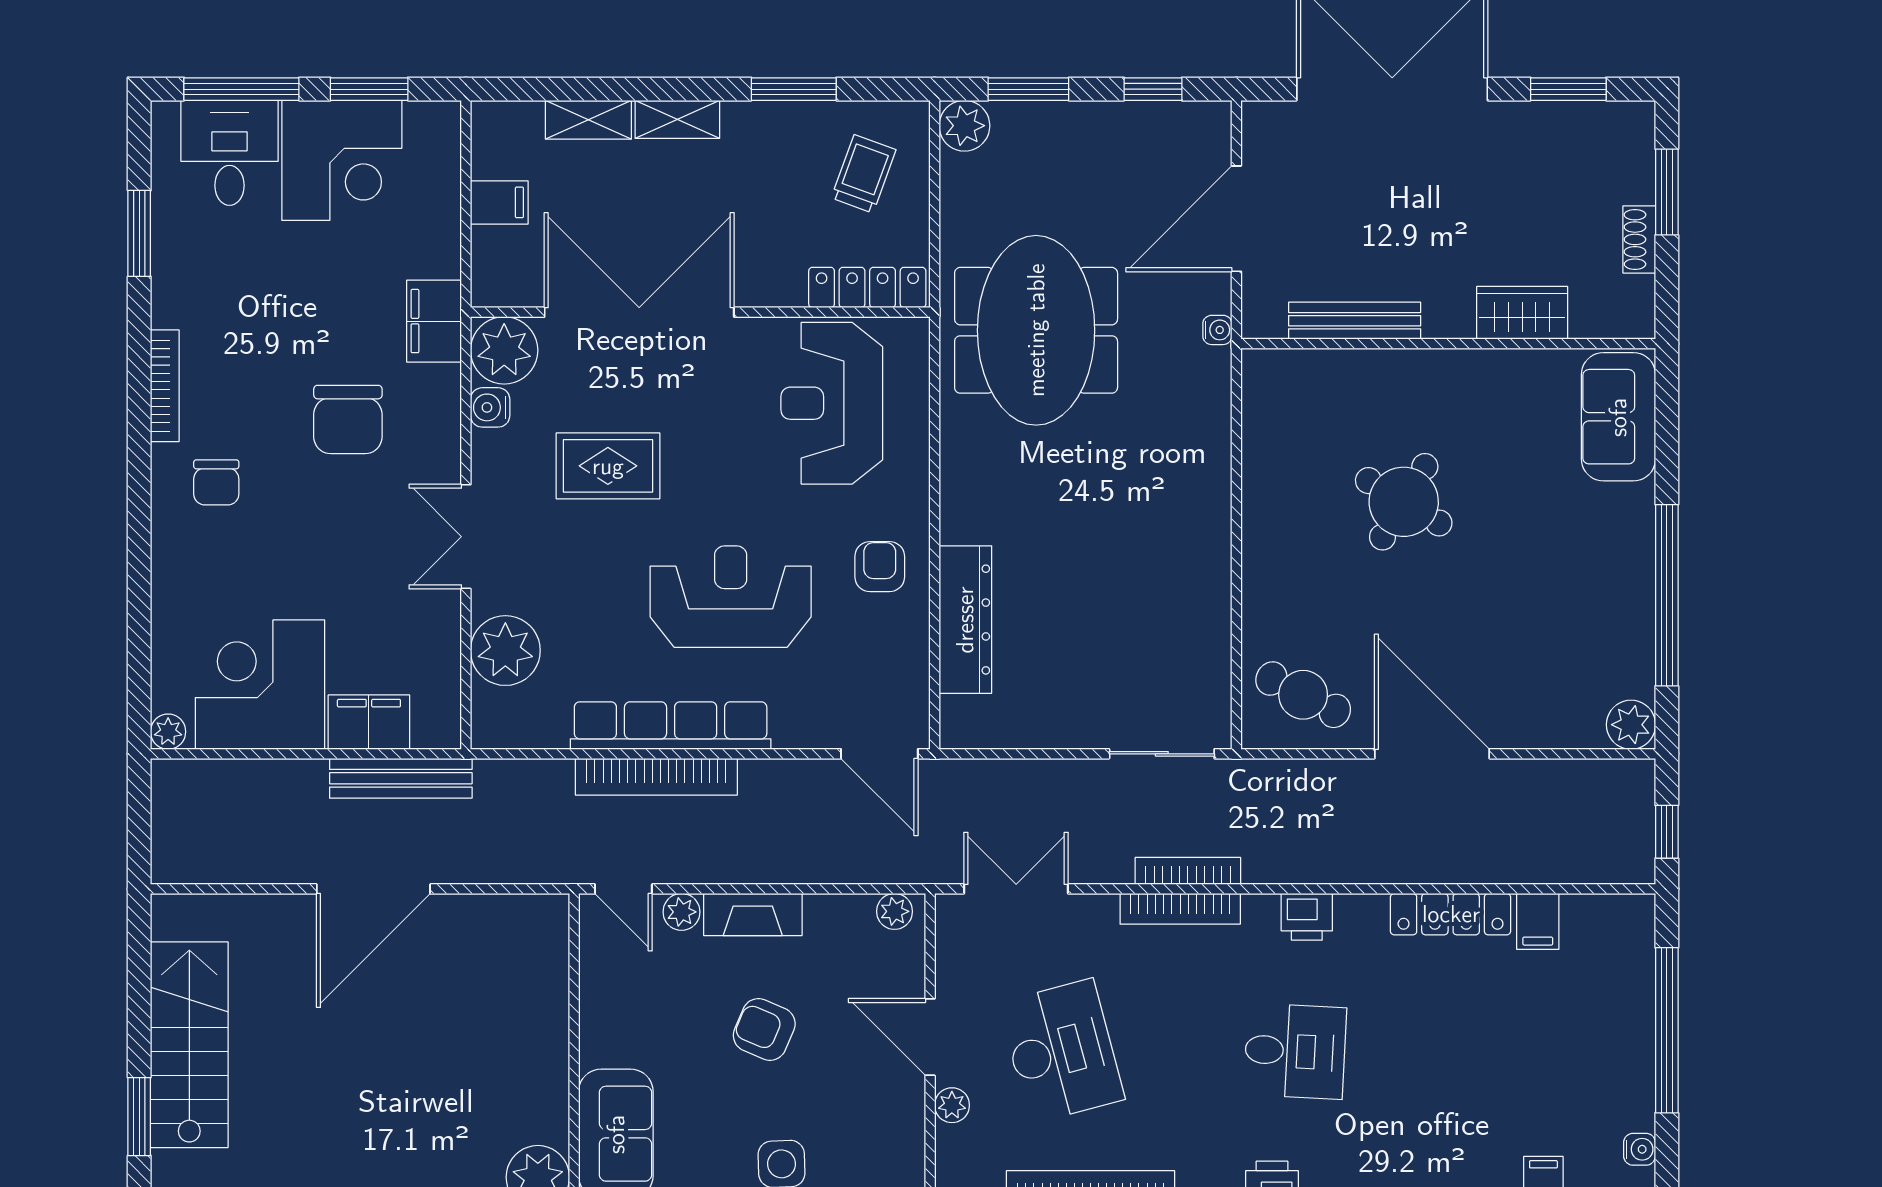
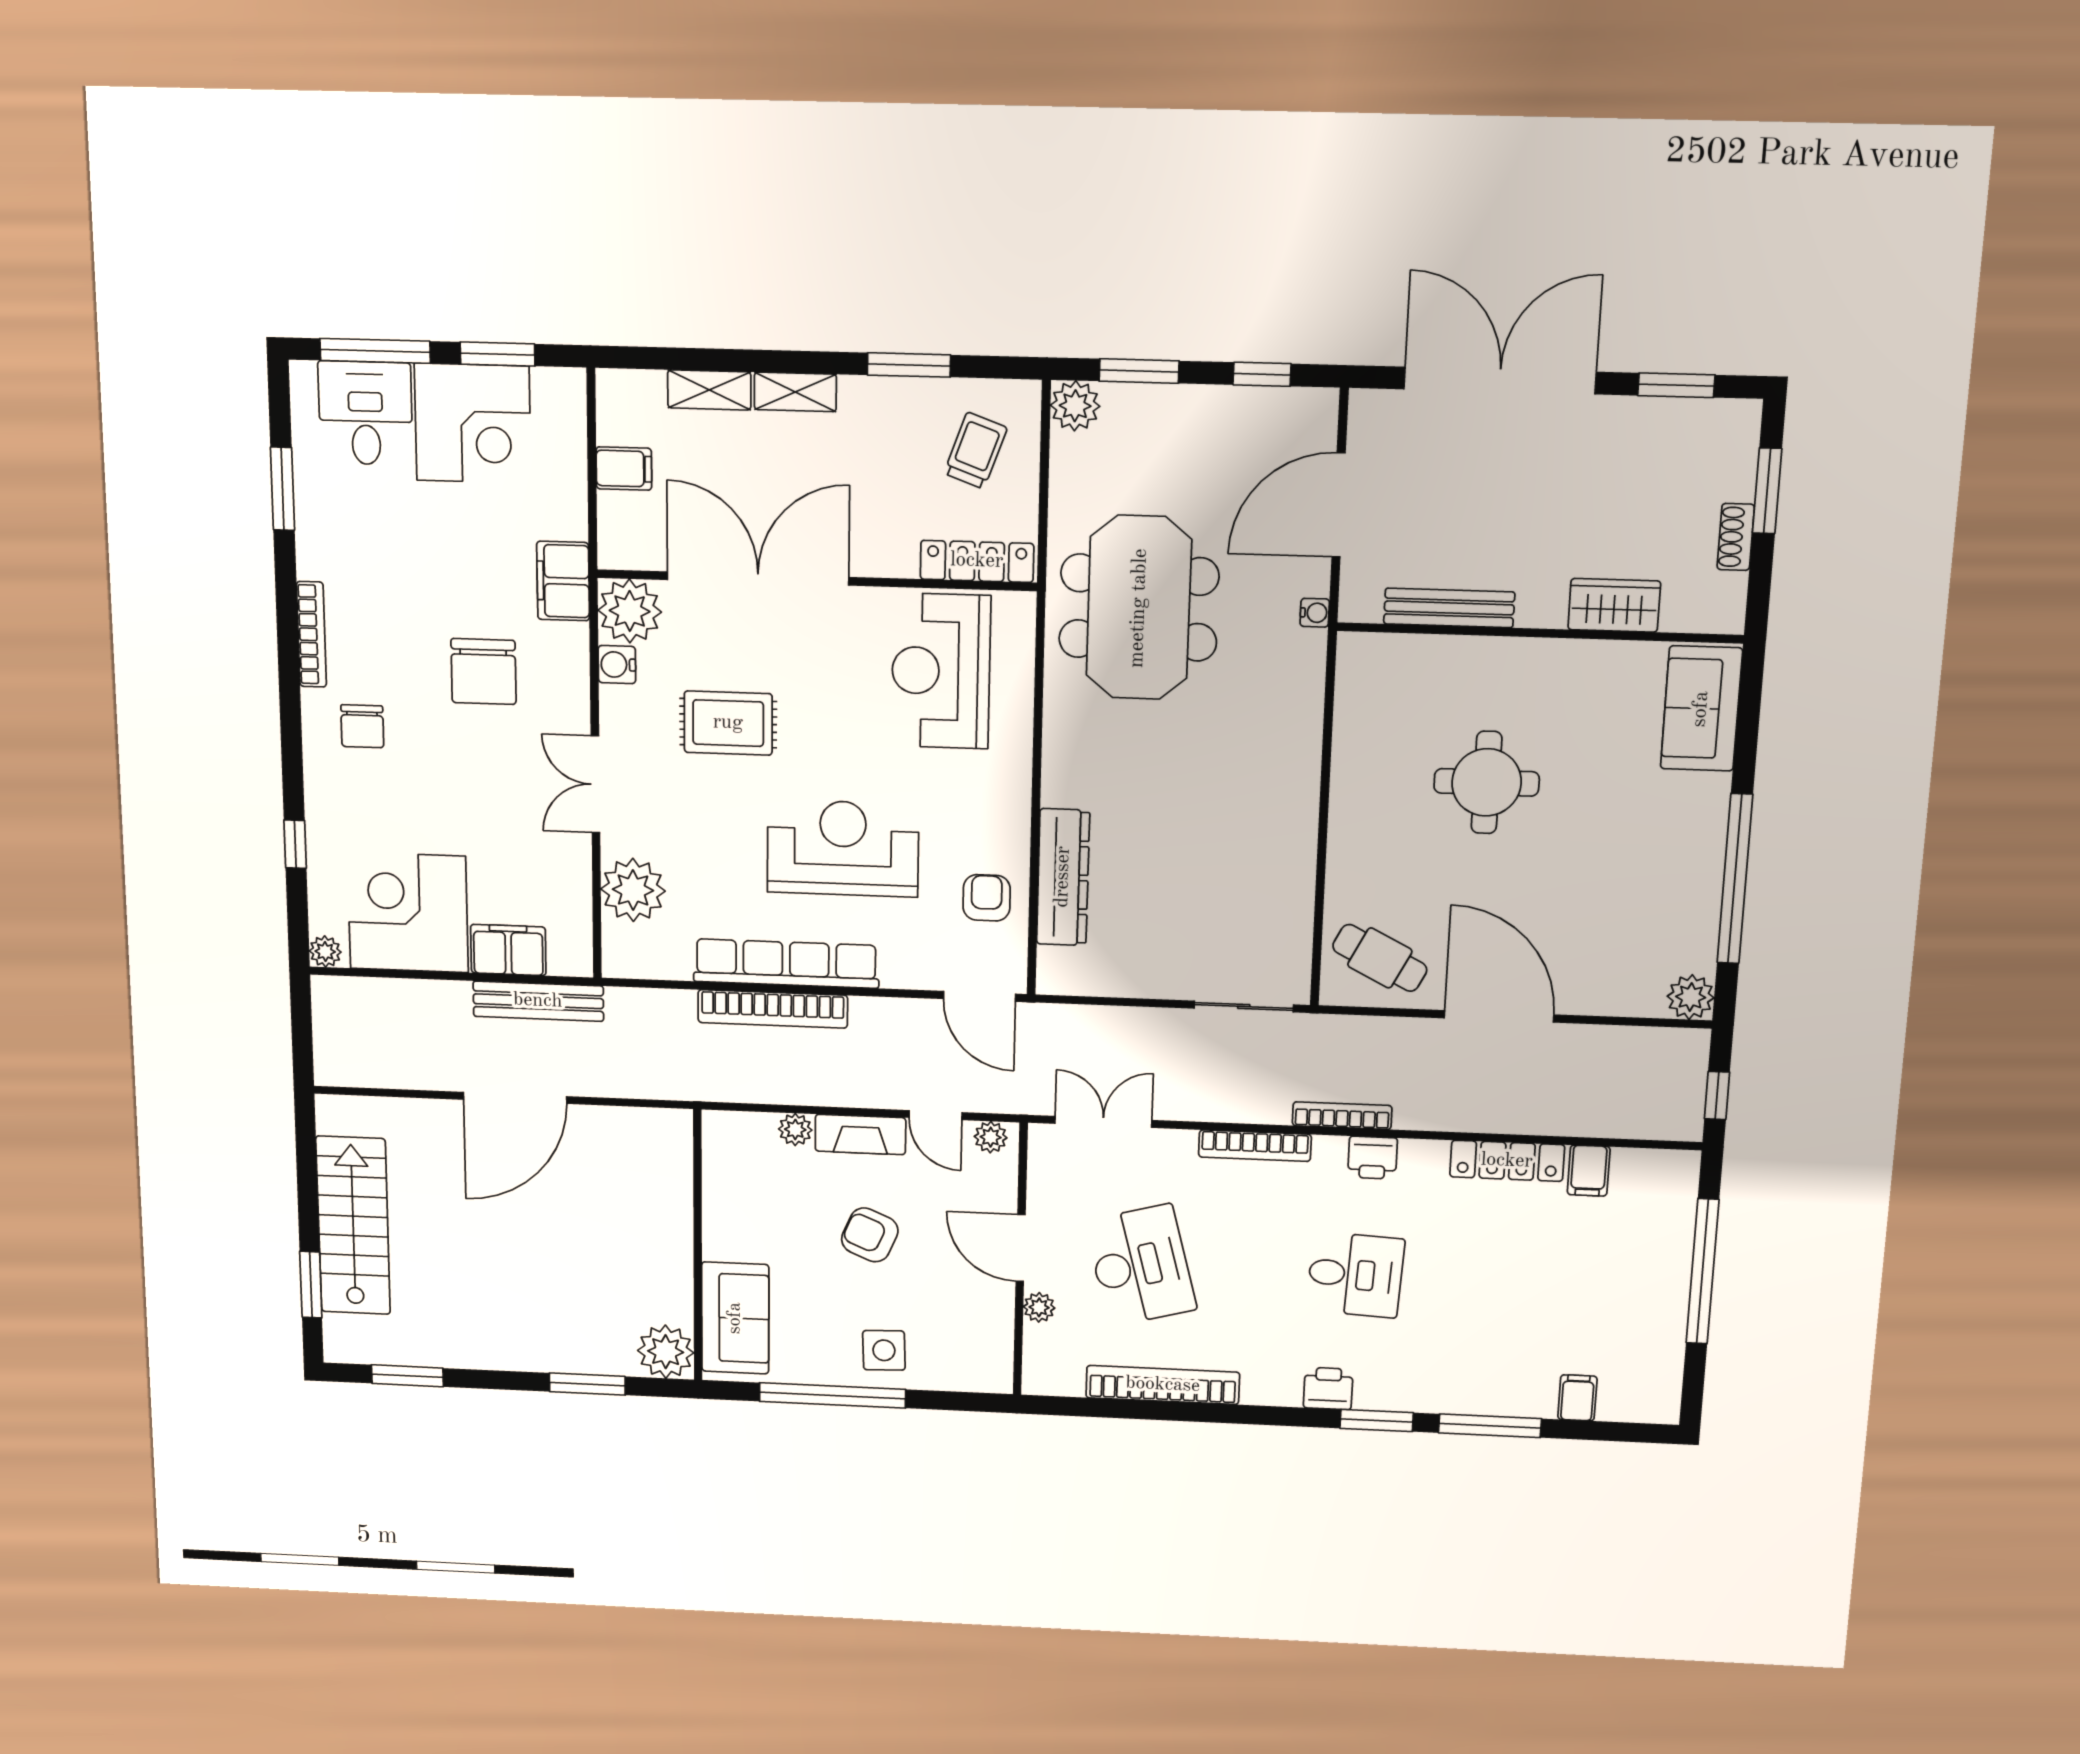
round table: (1404, 502) -> (1487, 782), turned -31
armchair: (880, 567) -> (987, 898), moved
window: (139, 613) -> (295, 844), added
bookcase: (1188, 871) -> (1342, 1116), moved
door: (623, 889) -> (936, 1115), moved
water cooler: (1640, 1149) -> (1669, 1373), removed

